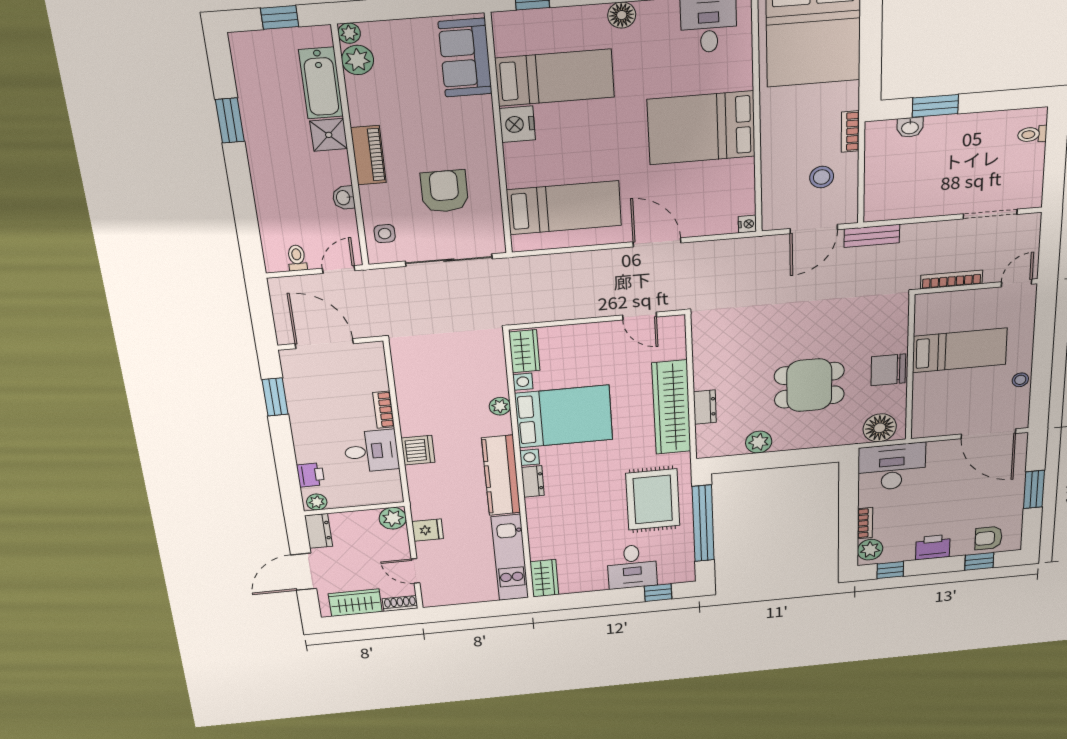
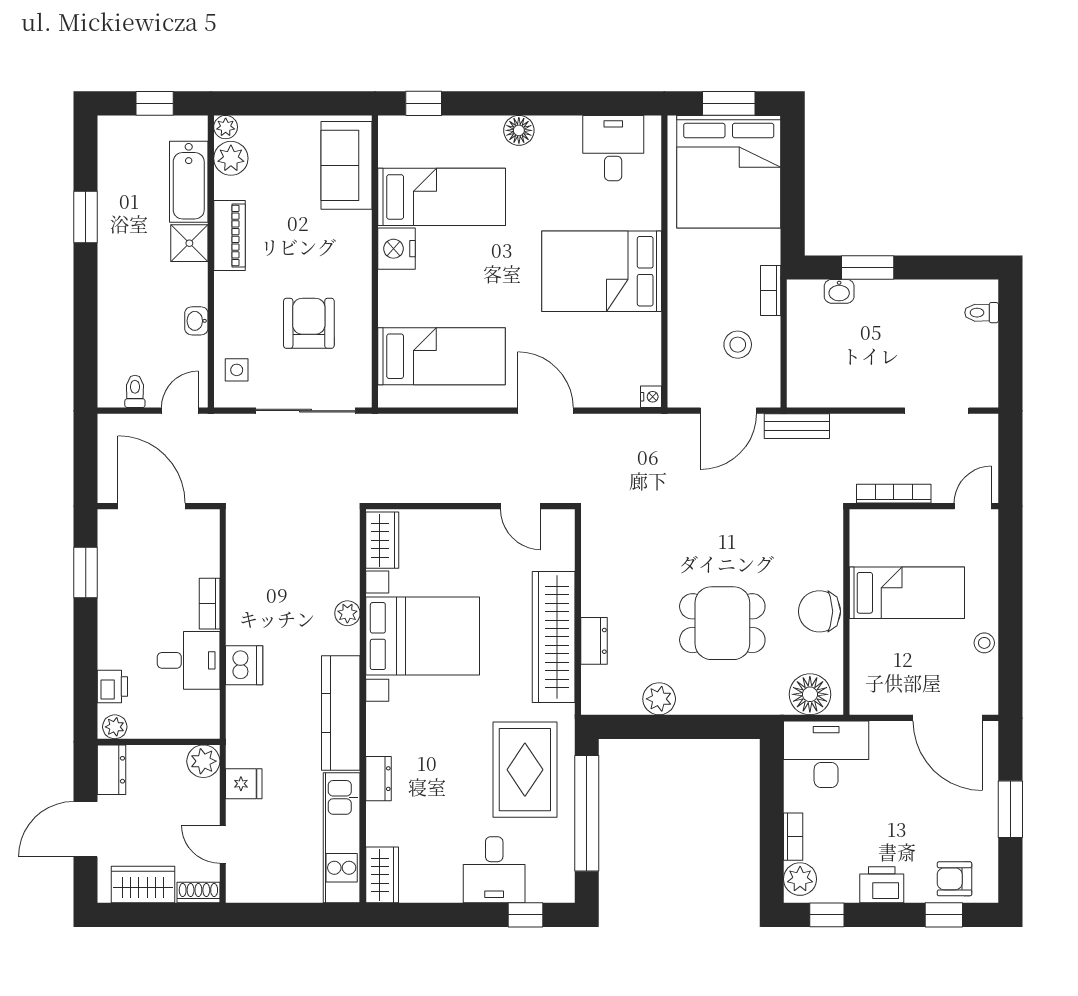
piano: (368, 155) -> (230, 235), moved
dresser: (533, 481) -> (379, 779), moved

